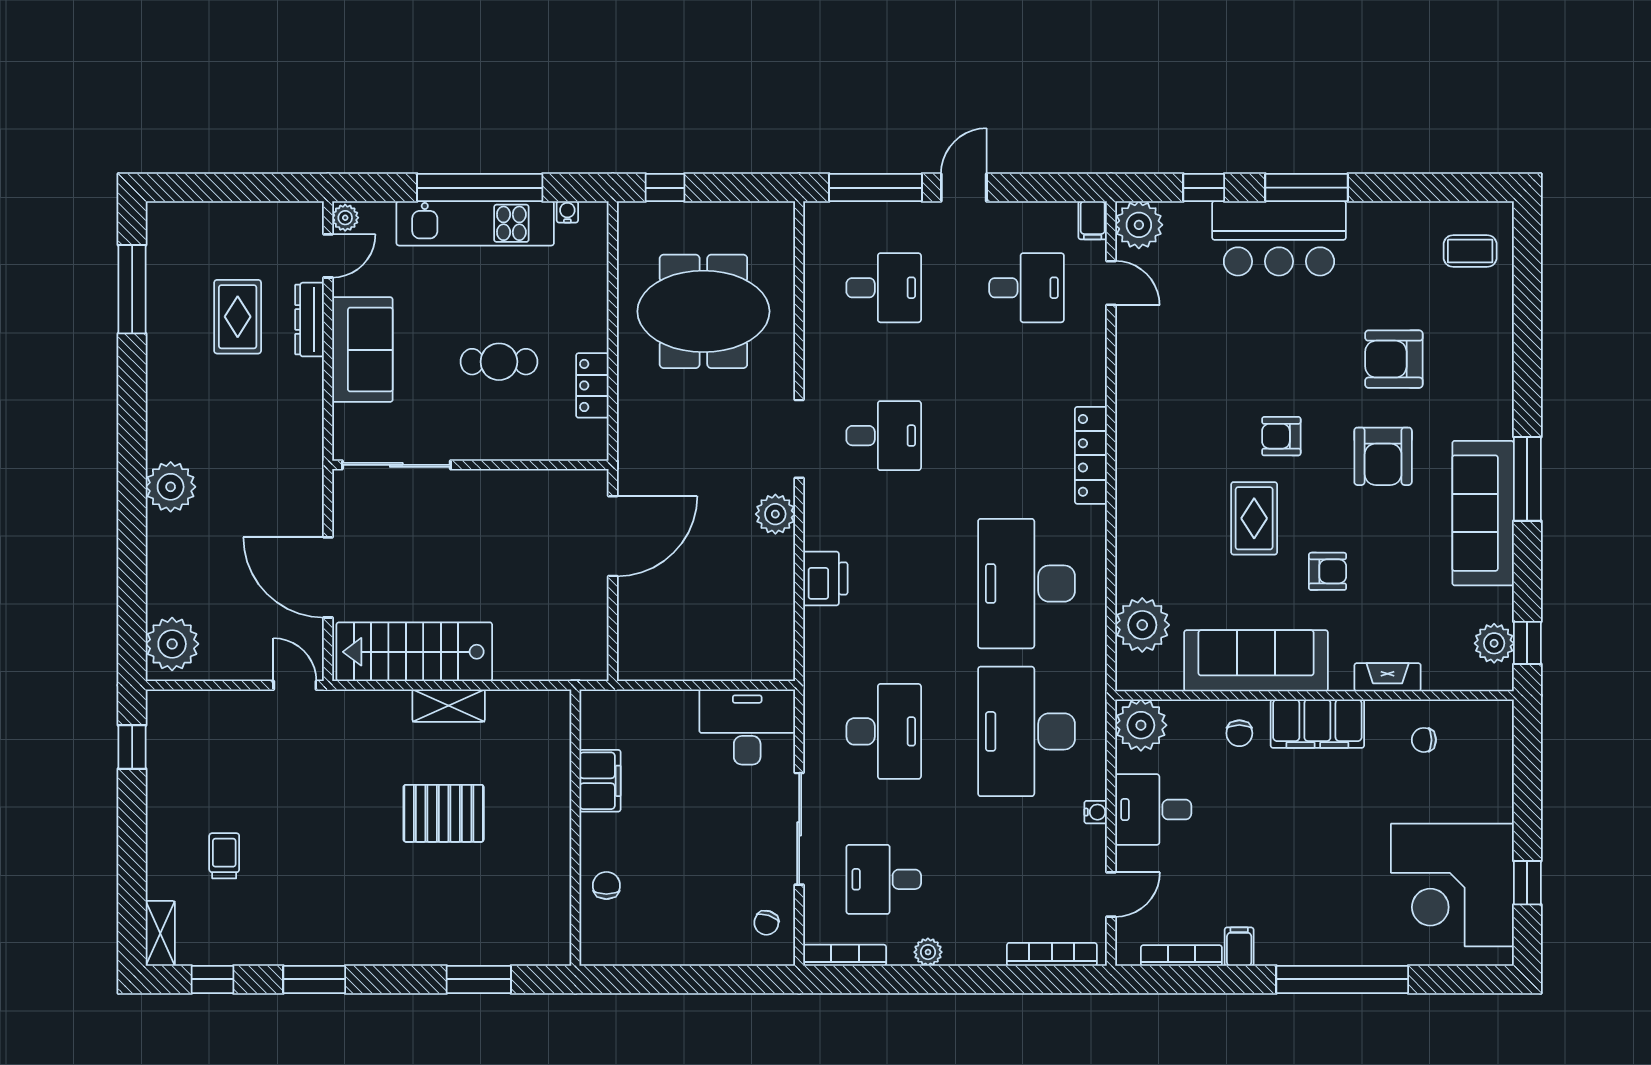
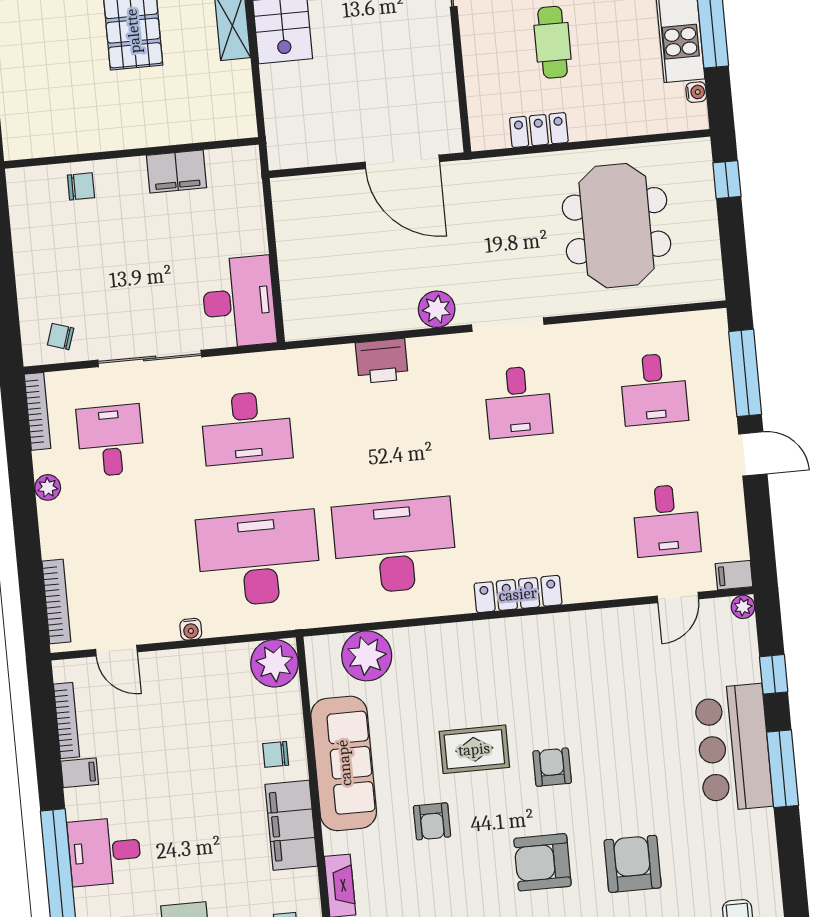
plant: (1139, 225) -> (743, 607), width x0.53, depth x0.53
desk: (1153, 810) -> (105, 852), moved, turned -90

